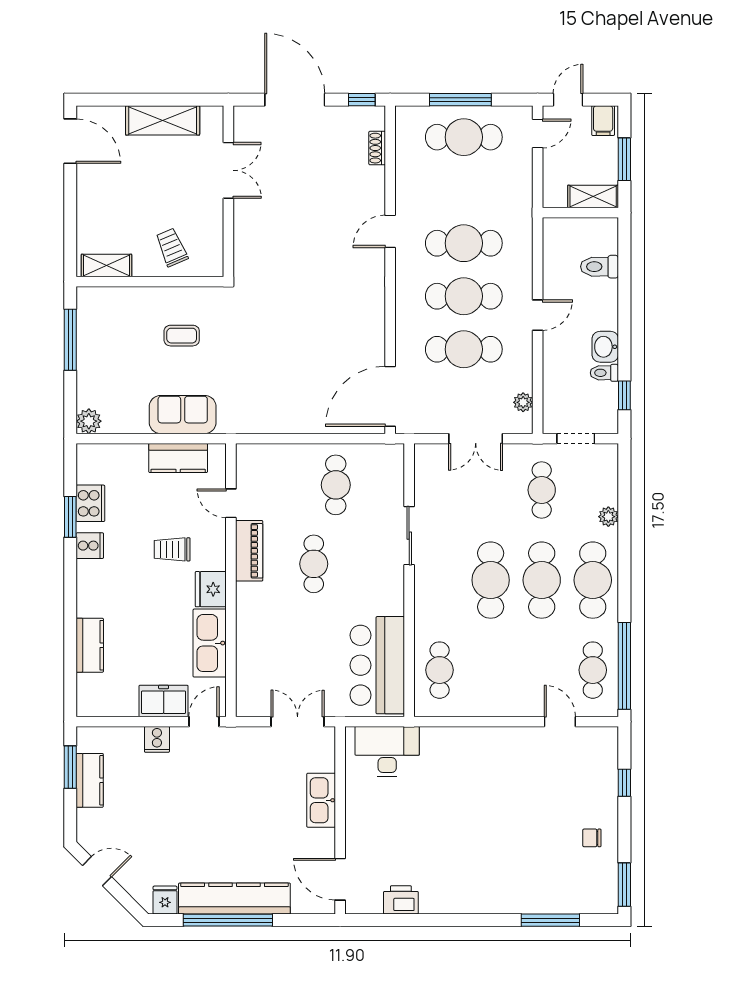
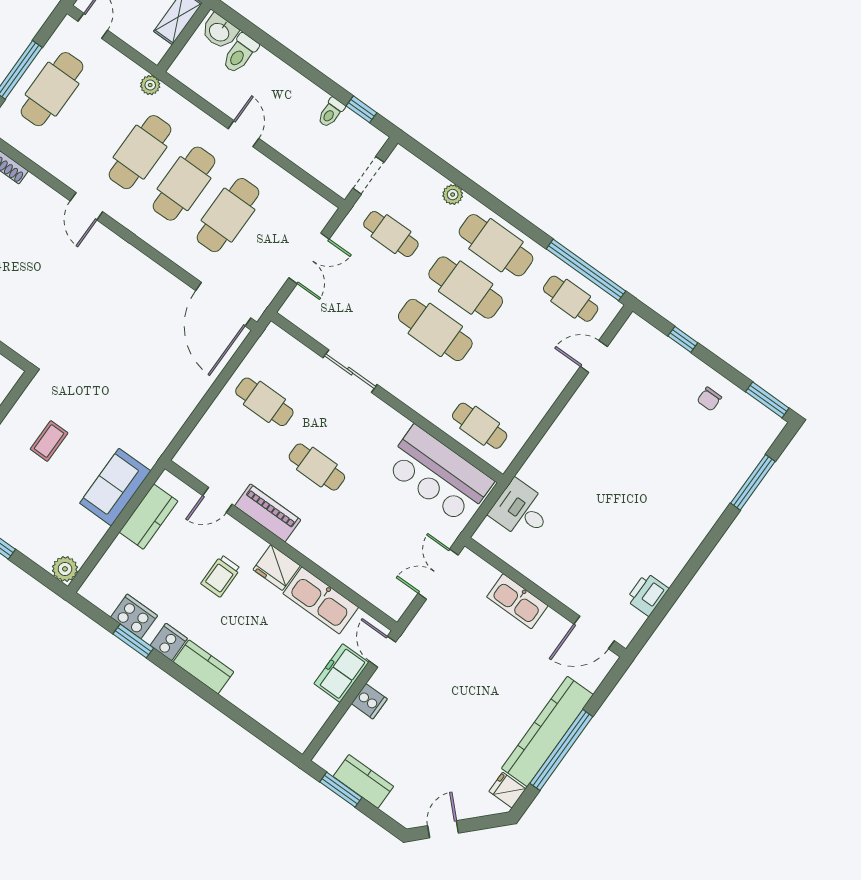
washbasin: (605, 347) -> (220, 32), moved
plant: (523, 402) -> (150, 85), moved
kitchen counter: (90, 645) -> (203, 667), moved
desk: (387, 751) -> (521, 510), width x0.73

